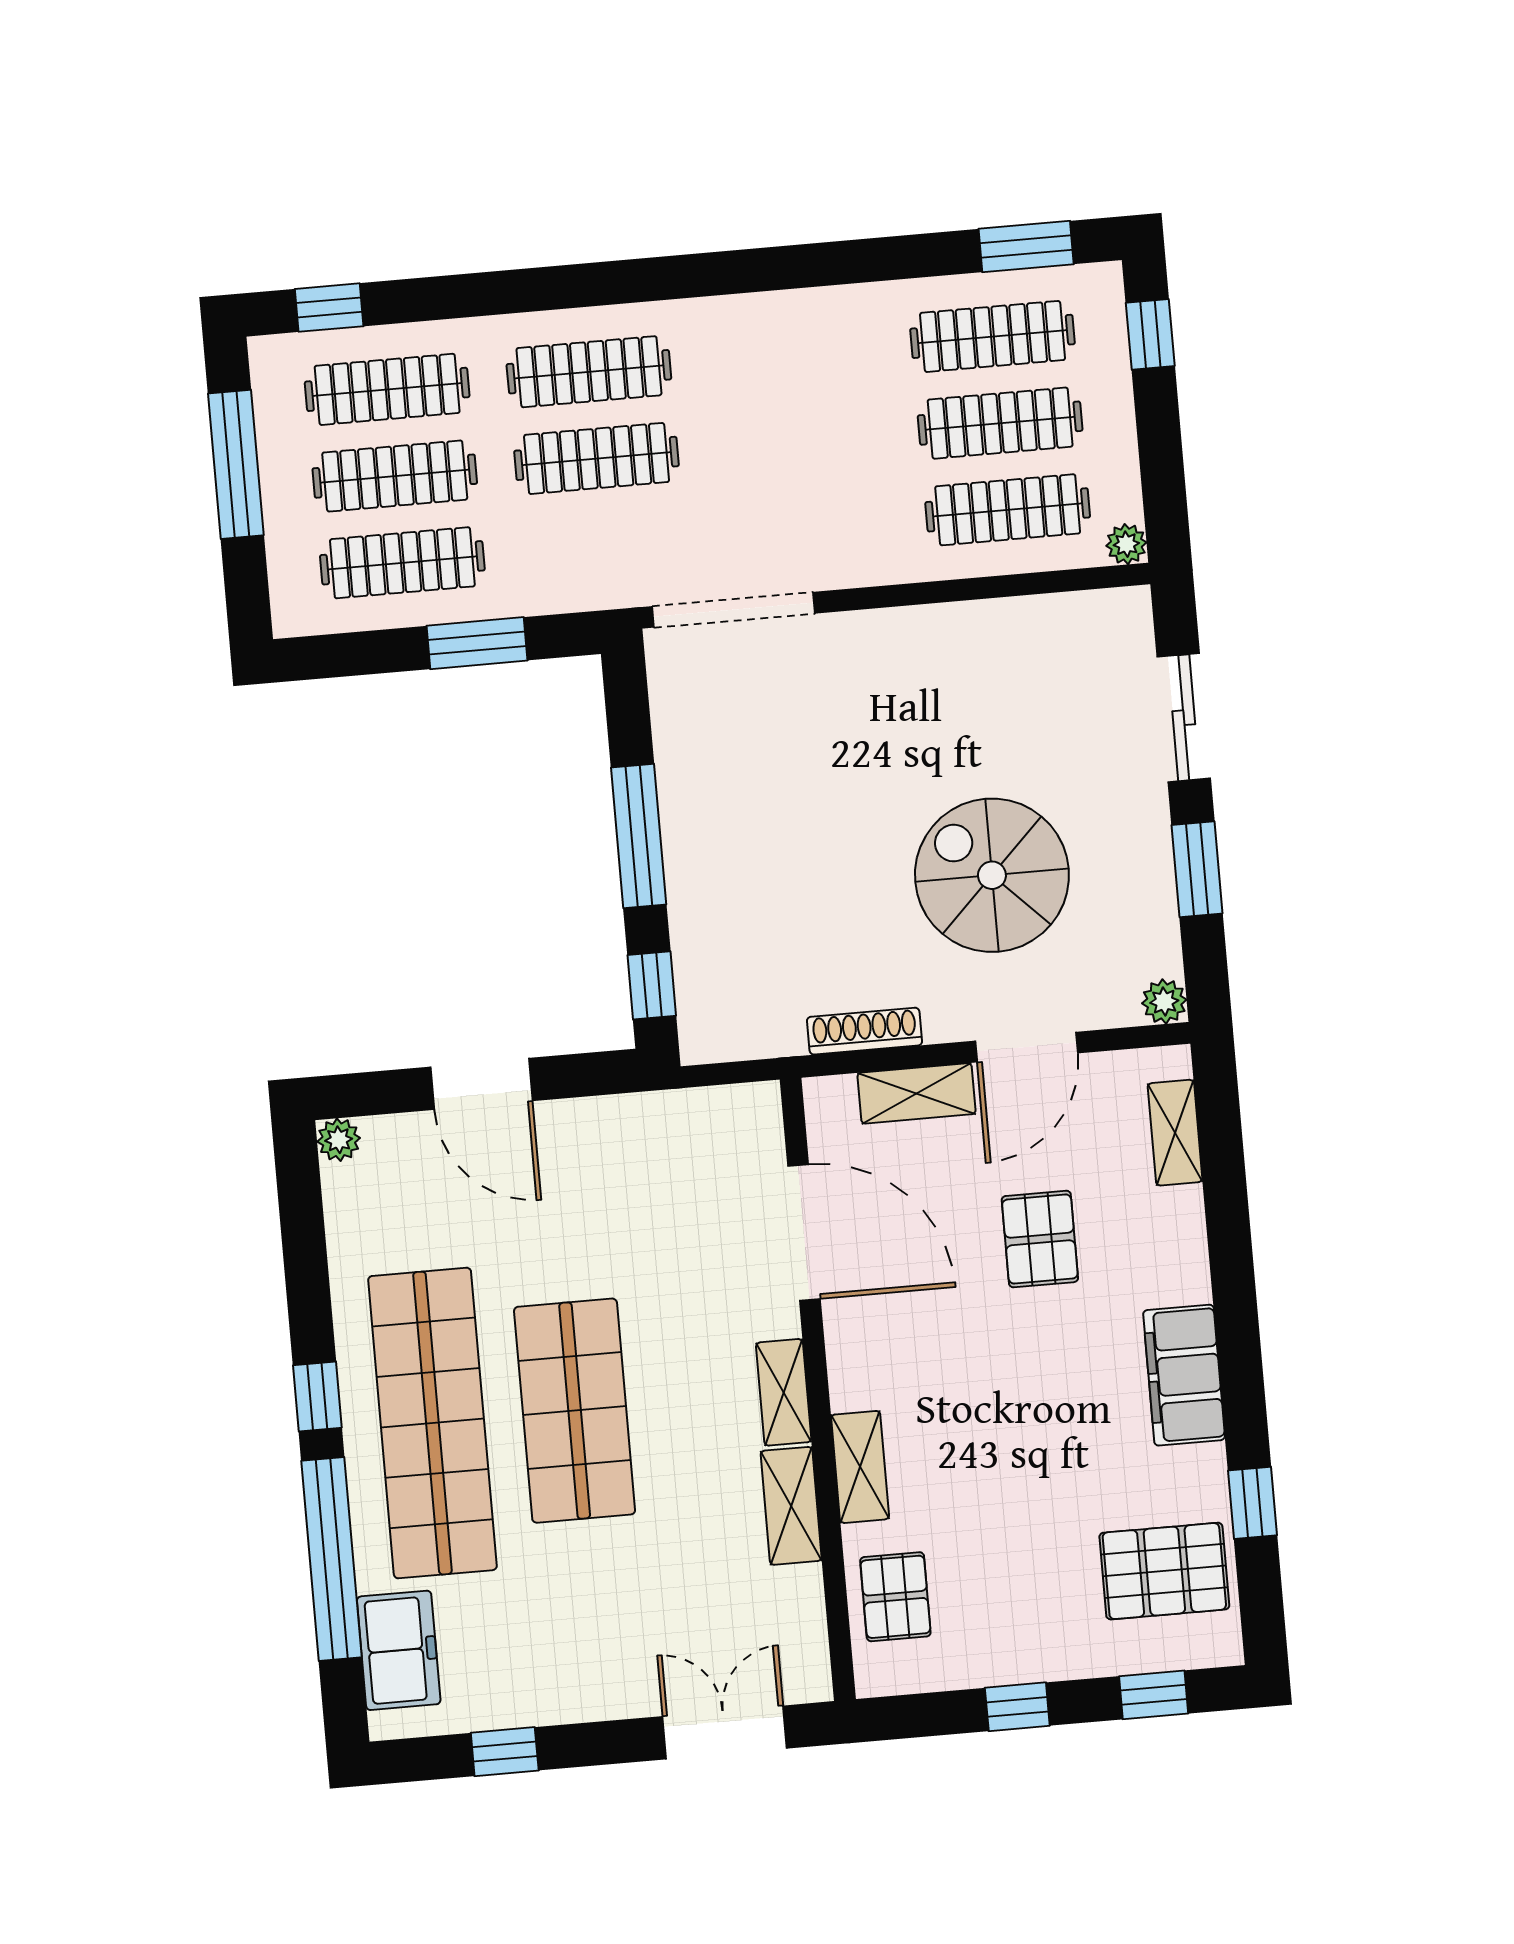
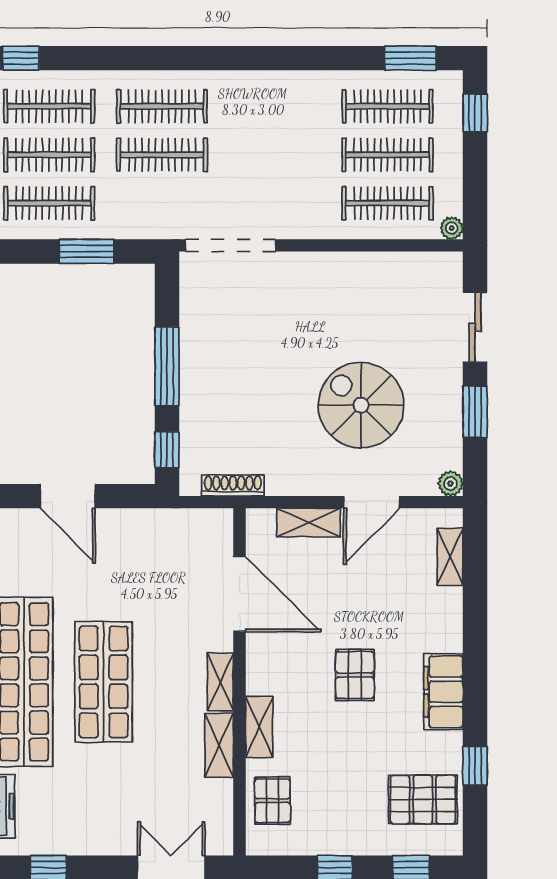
shoe rack: (864, 1031) -> (233, 485), moved
pallet: (1040, 1239) -> (355, 675), moved

